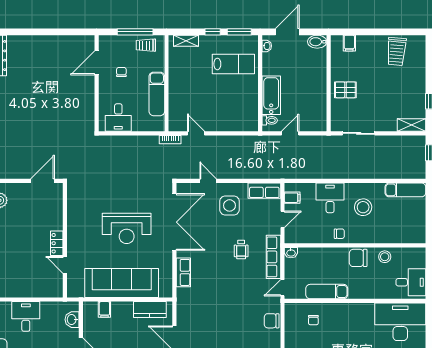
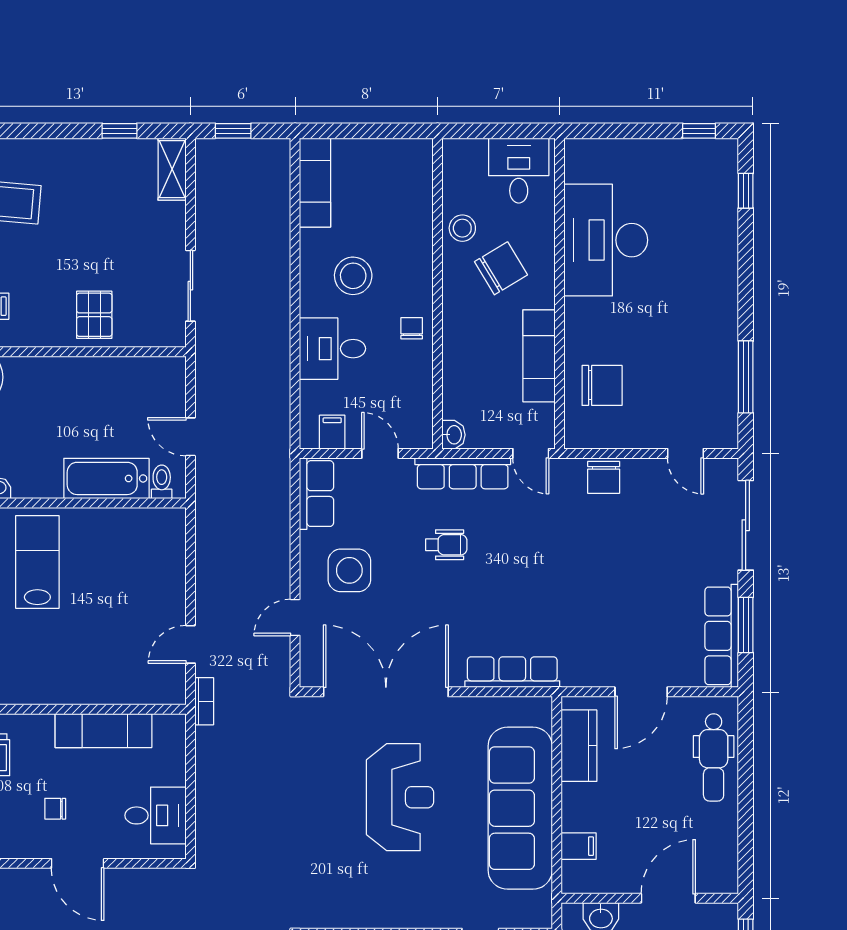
door: (97, 63) -> (78, 863), moved
chair: (358, 258) -> (501, 268), moved, turned -121
row of seats: (183, 272) -> (512, 672), width x1.48
chair: (313, 320) -> (602, 385), width x1.87, depth x1.87
desk: (400, 322) -> (606, 240), moved

